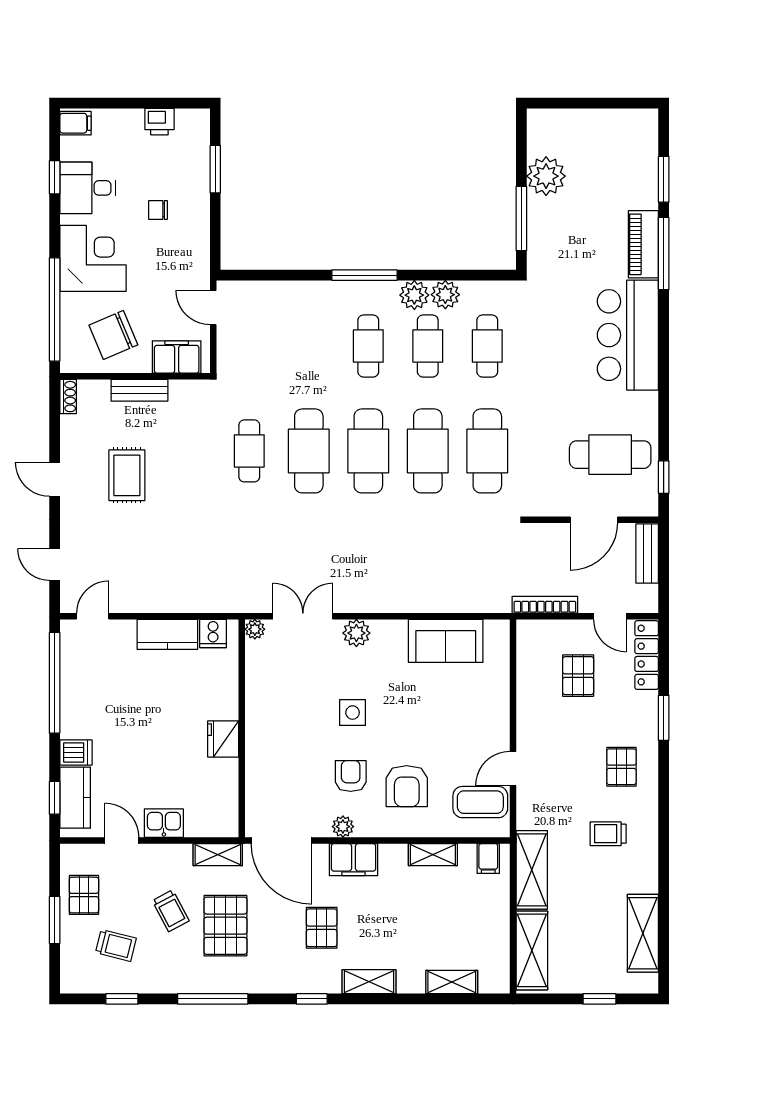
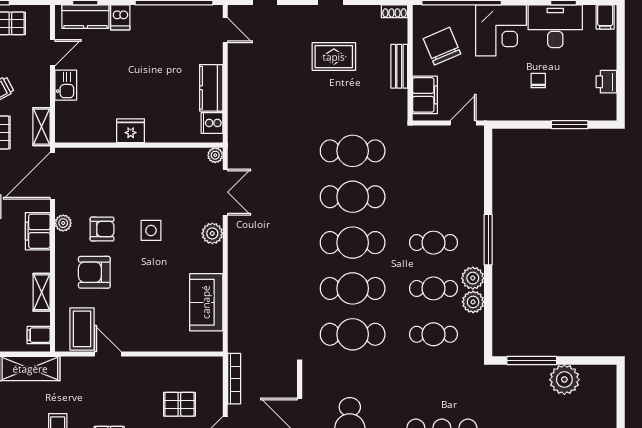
desk: (88, 188) -> (555, 26), width x1.37
cafe table: (249, 451) -> (353, 151), width x1.37, depth x1.35

